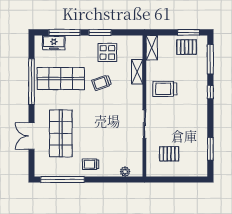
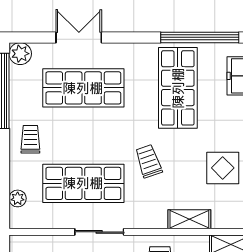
window: (31, 82) -> (200, 37), moved
trolley: (102, 83) -> (149, 161), moved
shop shelf: (116, 133) -> (83, 183), added
plant: (41, 170) -> (20, 54), added

